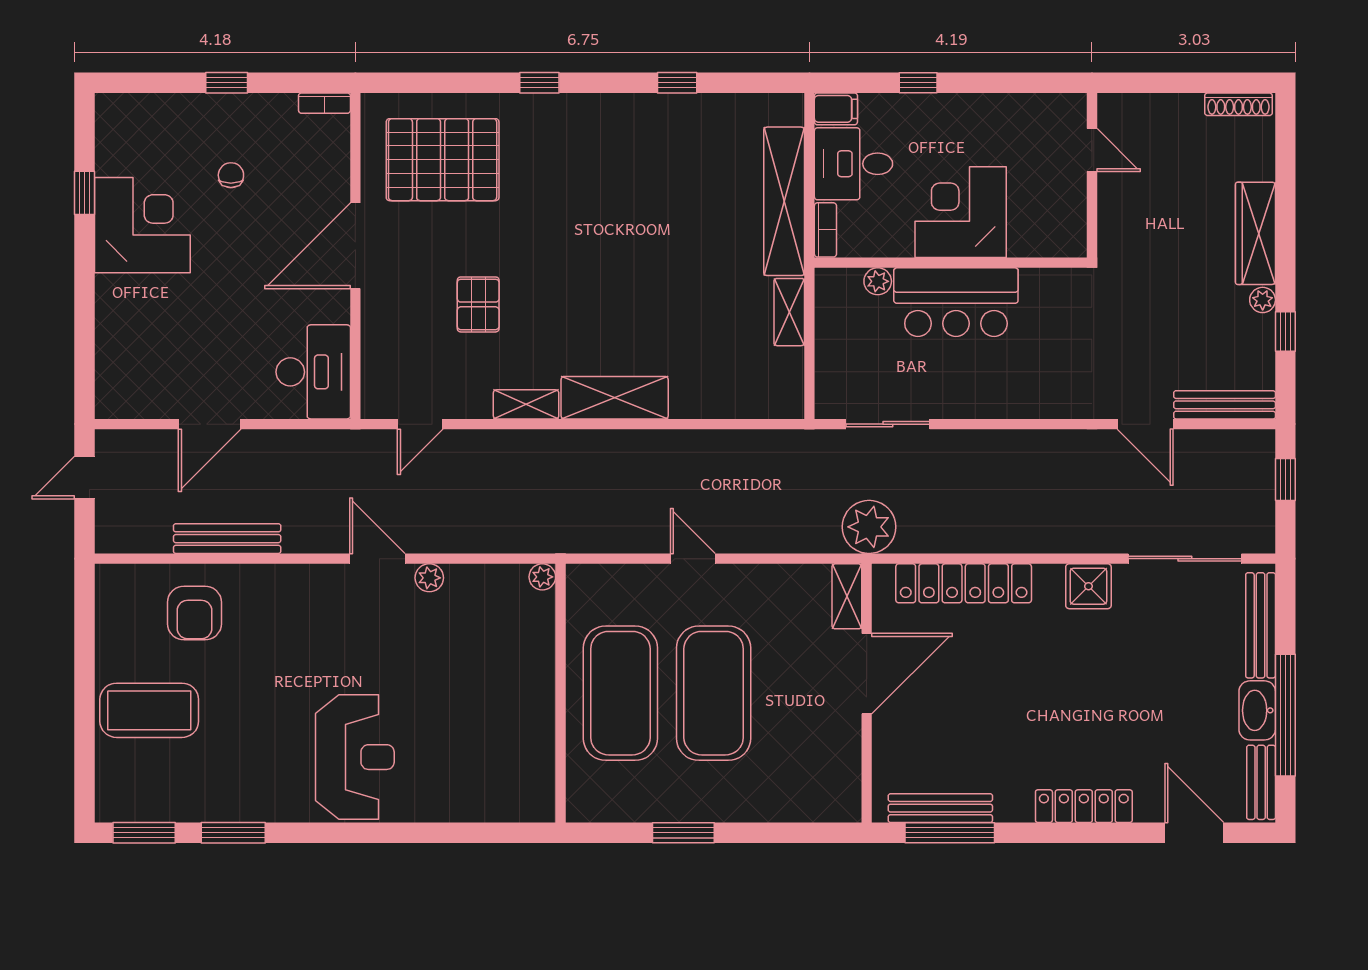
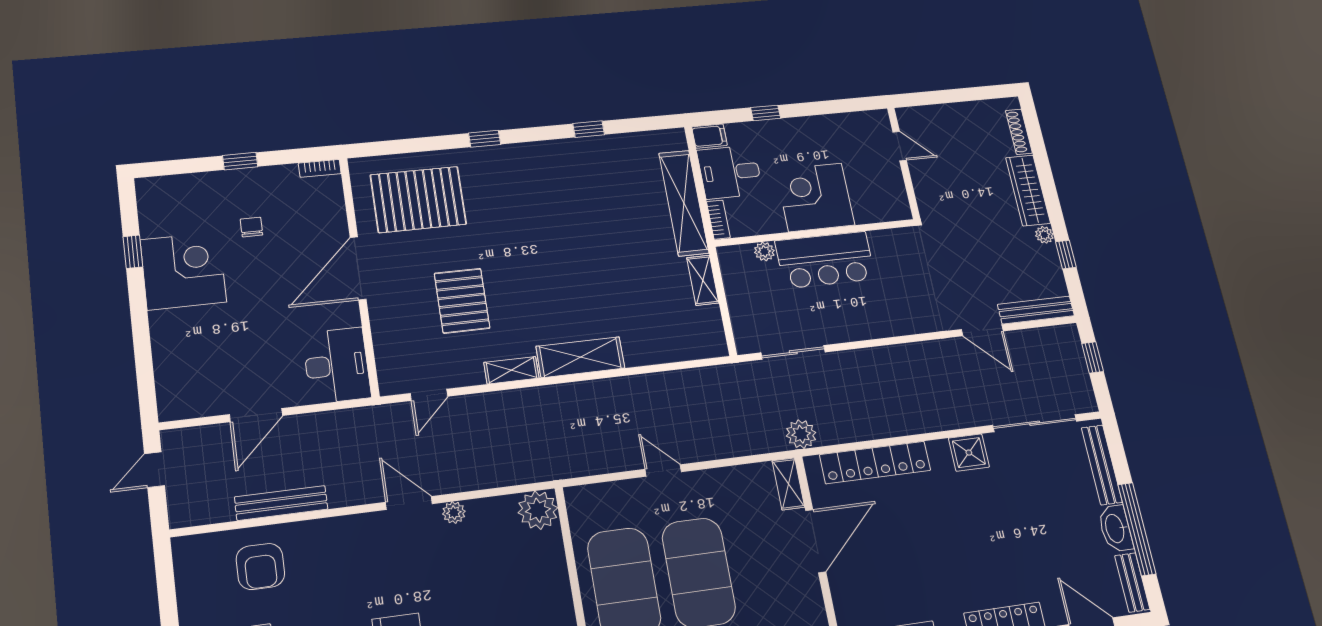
shoe rack: (1239, 104) -> (1019, 132), moved, turned 90
pallet: (478, 304) -> (462, 301), width x1.50, depth x1.42
plant: (869, 527) -> (801, 434), width x0.73, depth x0.73
plant: (542, 577) -> (538, 510), width x1.88, depth x1.88

